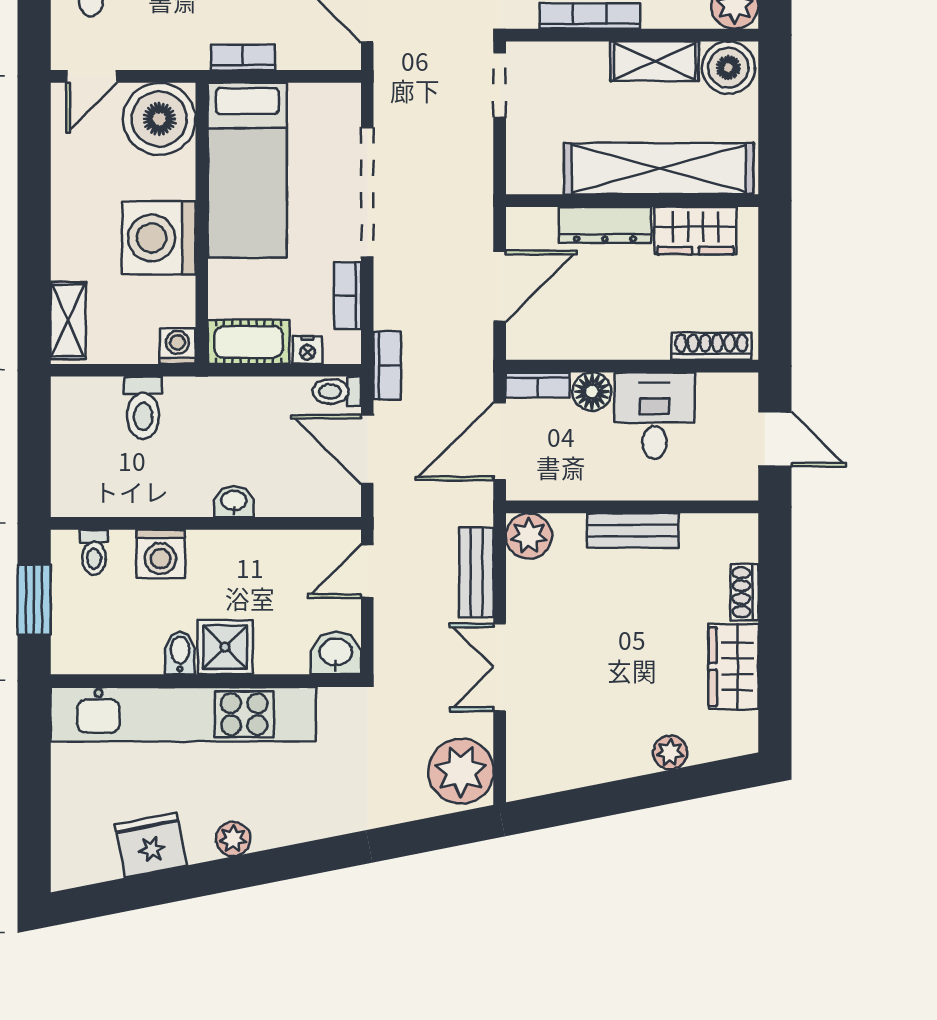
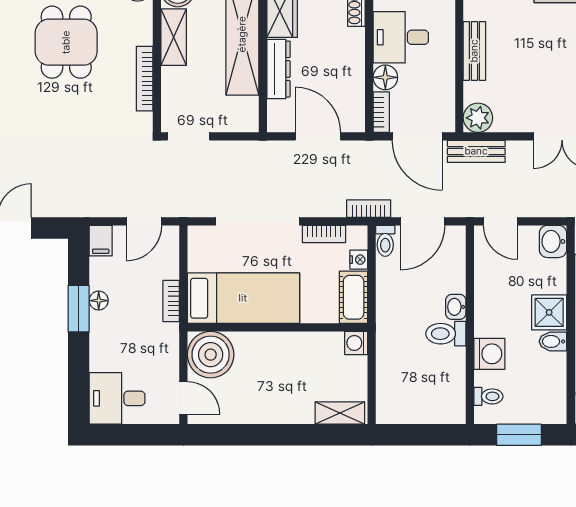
washing machine: (159, 238) -> (287, 355), removed
toilet: (143, 408) -> (446, 334), moved, turned 180
bench: (476, 572) -> (476, 151), moved

